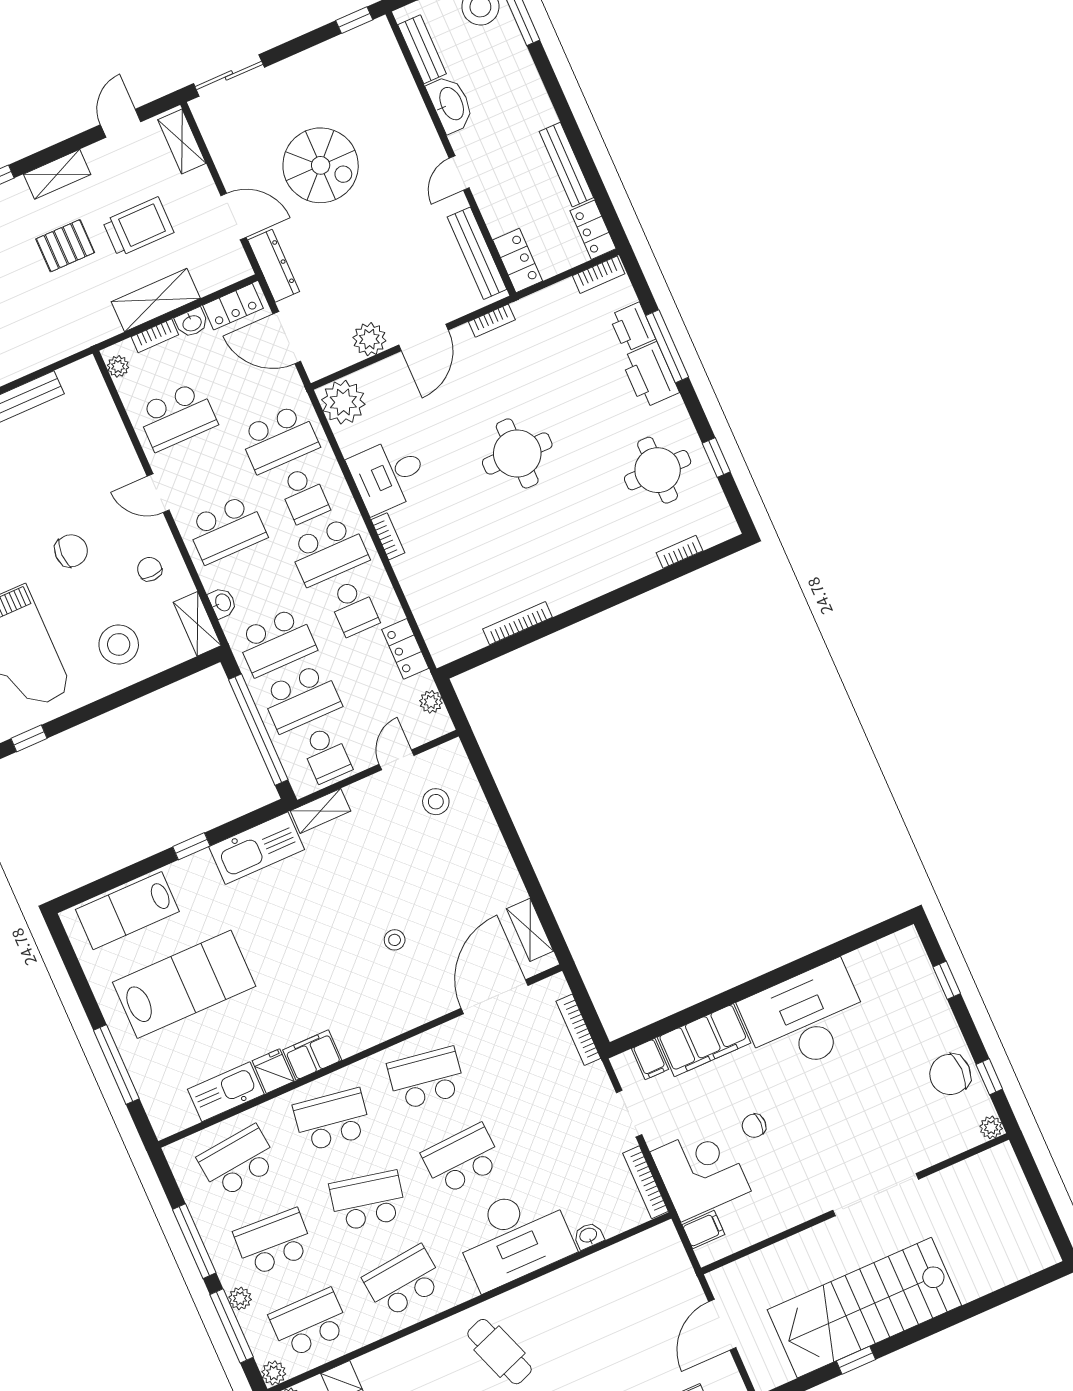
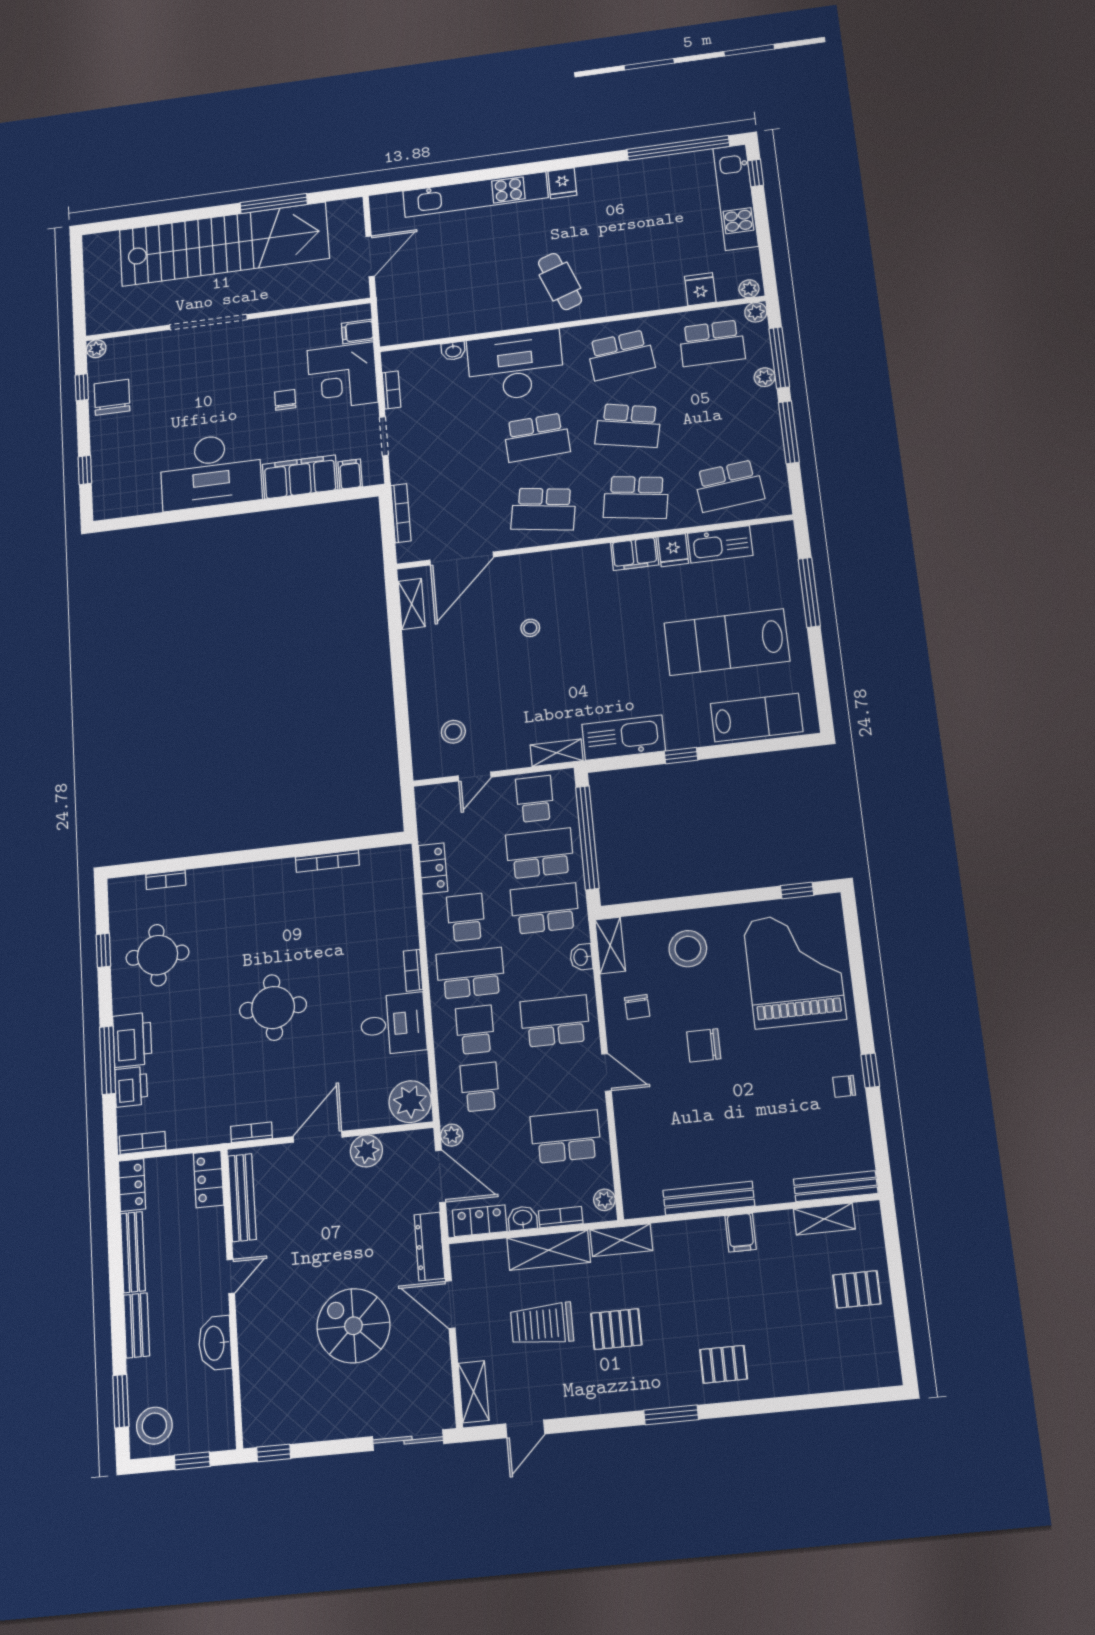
bench: (422, 49) -> (137, 1325), moved
shelving: (57, 174) -> (621, 1240), moved
school desk: (279, 439) -> (480, 1087), width x0.54
plant: (431, 702) -> (452, 1135), moved
chair: (950, 1074) -> (112, 397), turned -90
chair: (754, 1126) -> (285, 400), turned -90
bookcase: (645, 1182) -> (392, 390), width x0.64
school desk: (274, 1242) -> (720, 414), removed
stairs: (864, 1308) -> (224, 244), width x1.36
window: (856, 1360) -> (274, 203), width x2.17

